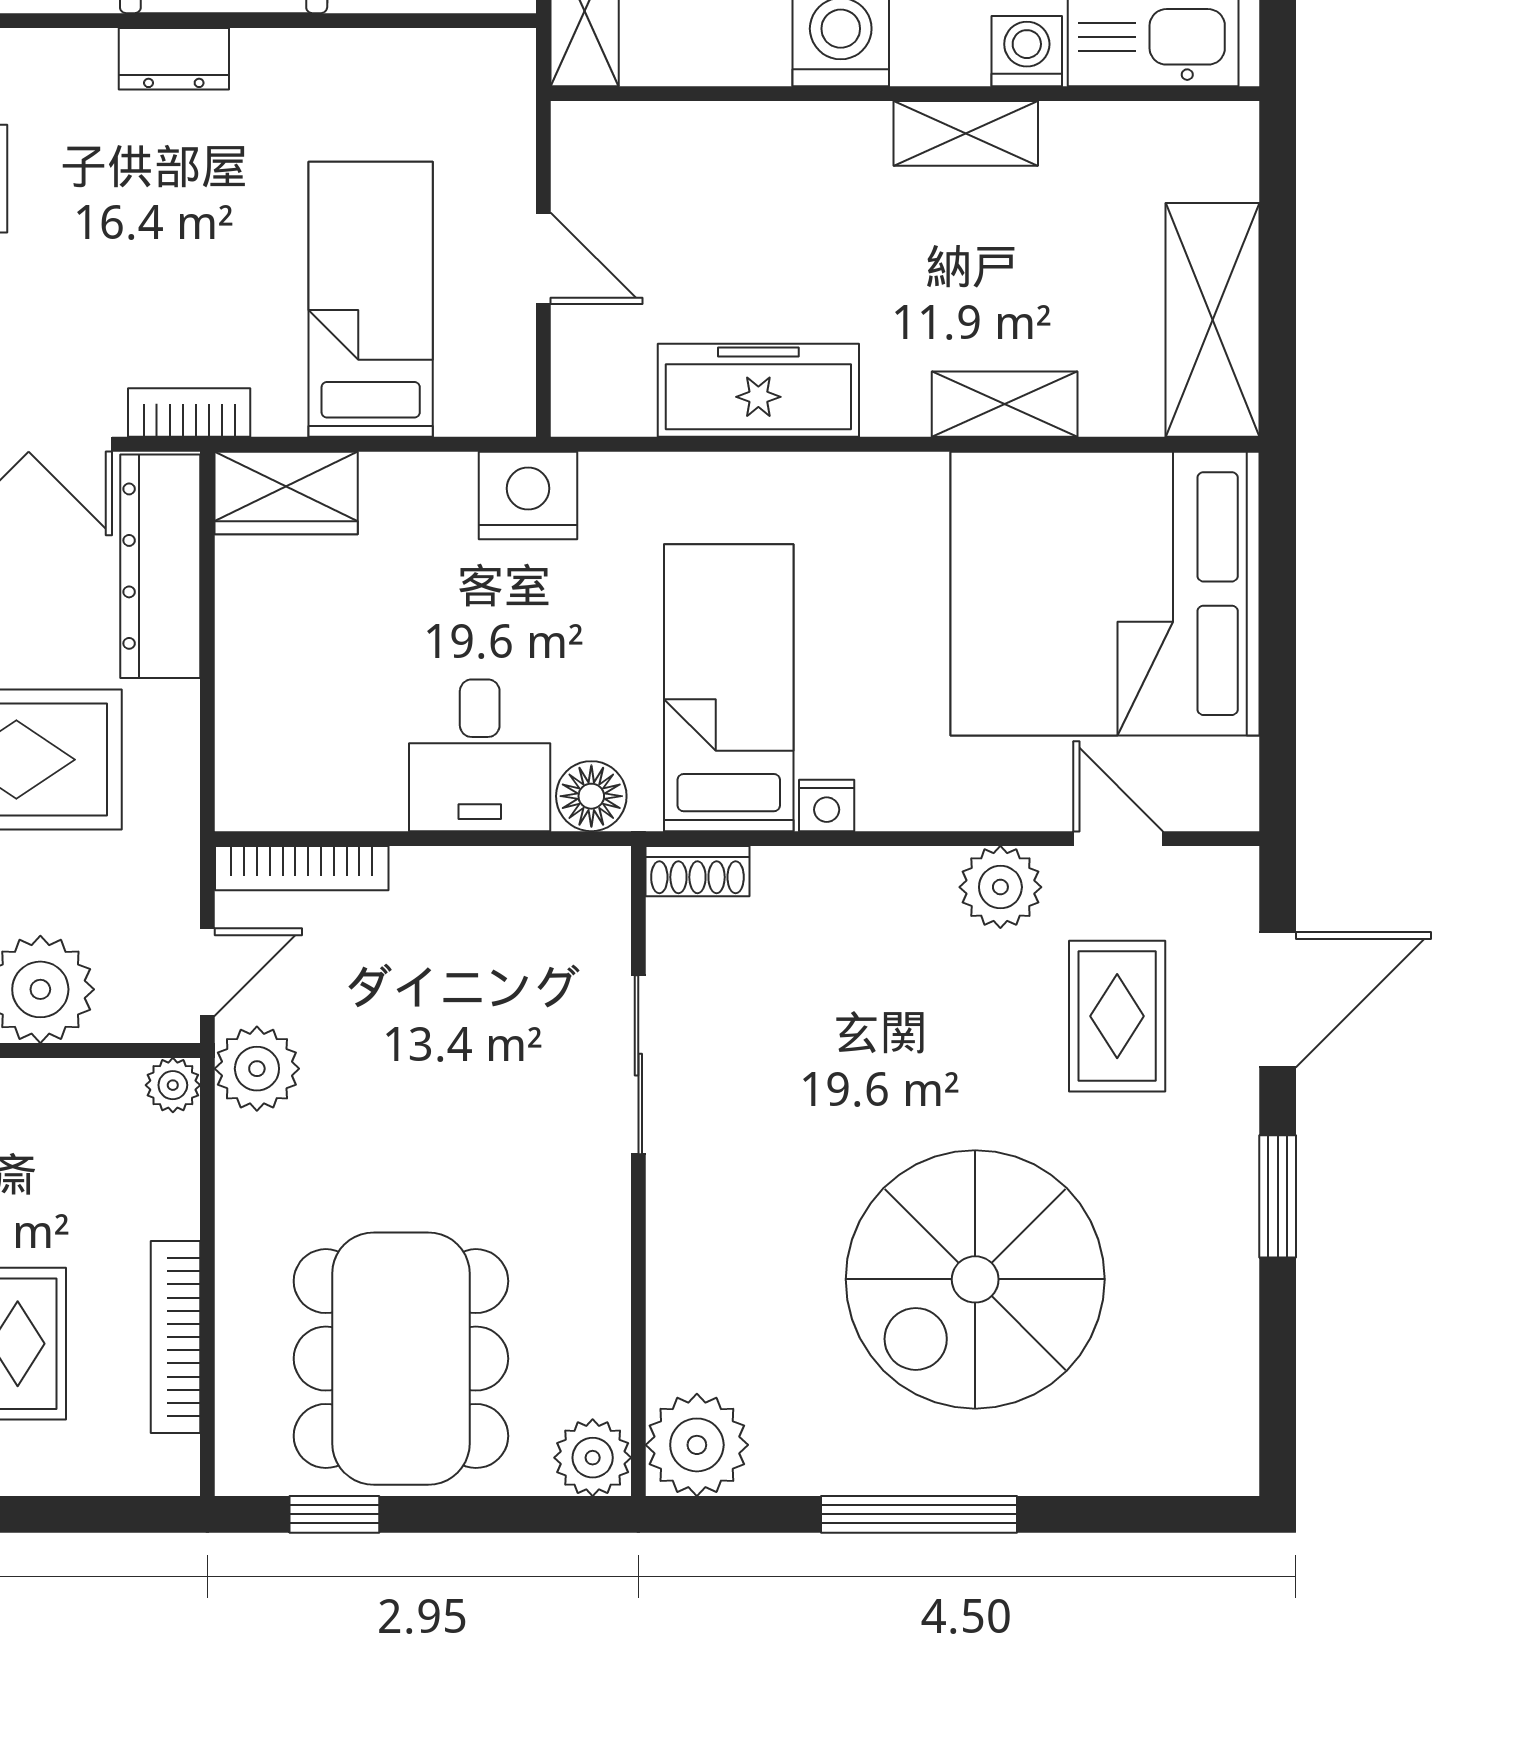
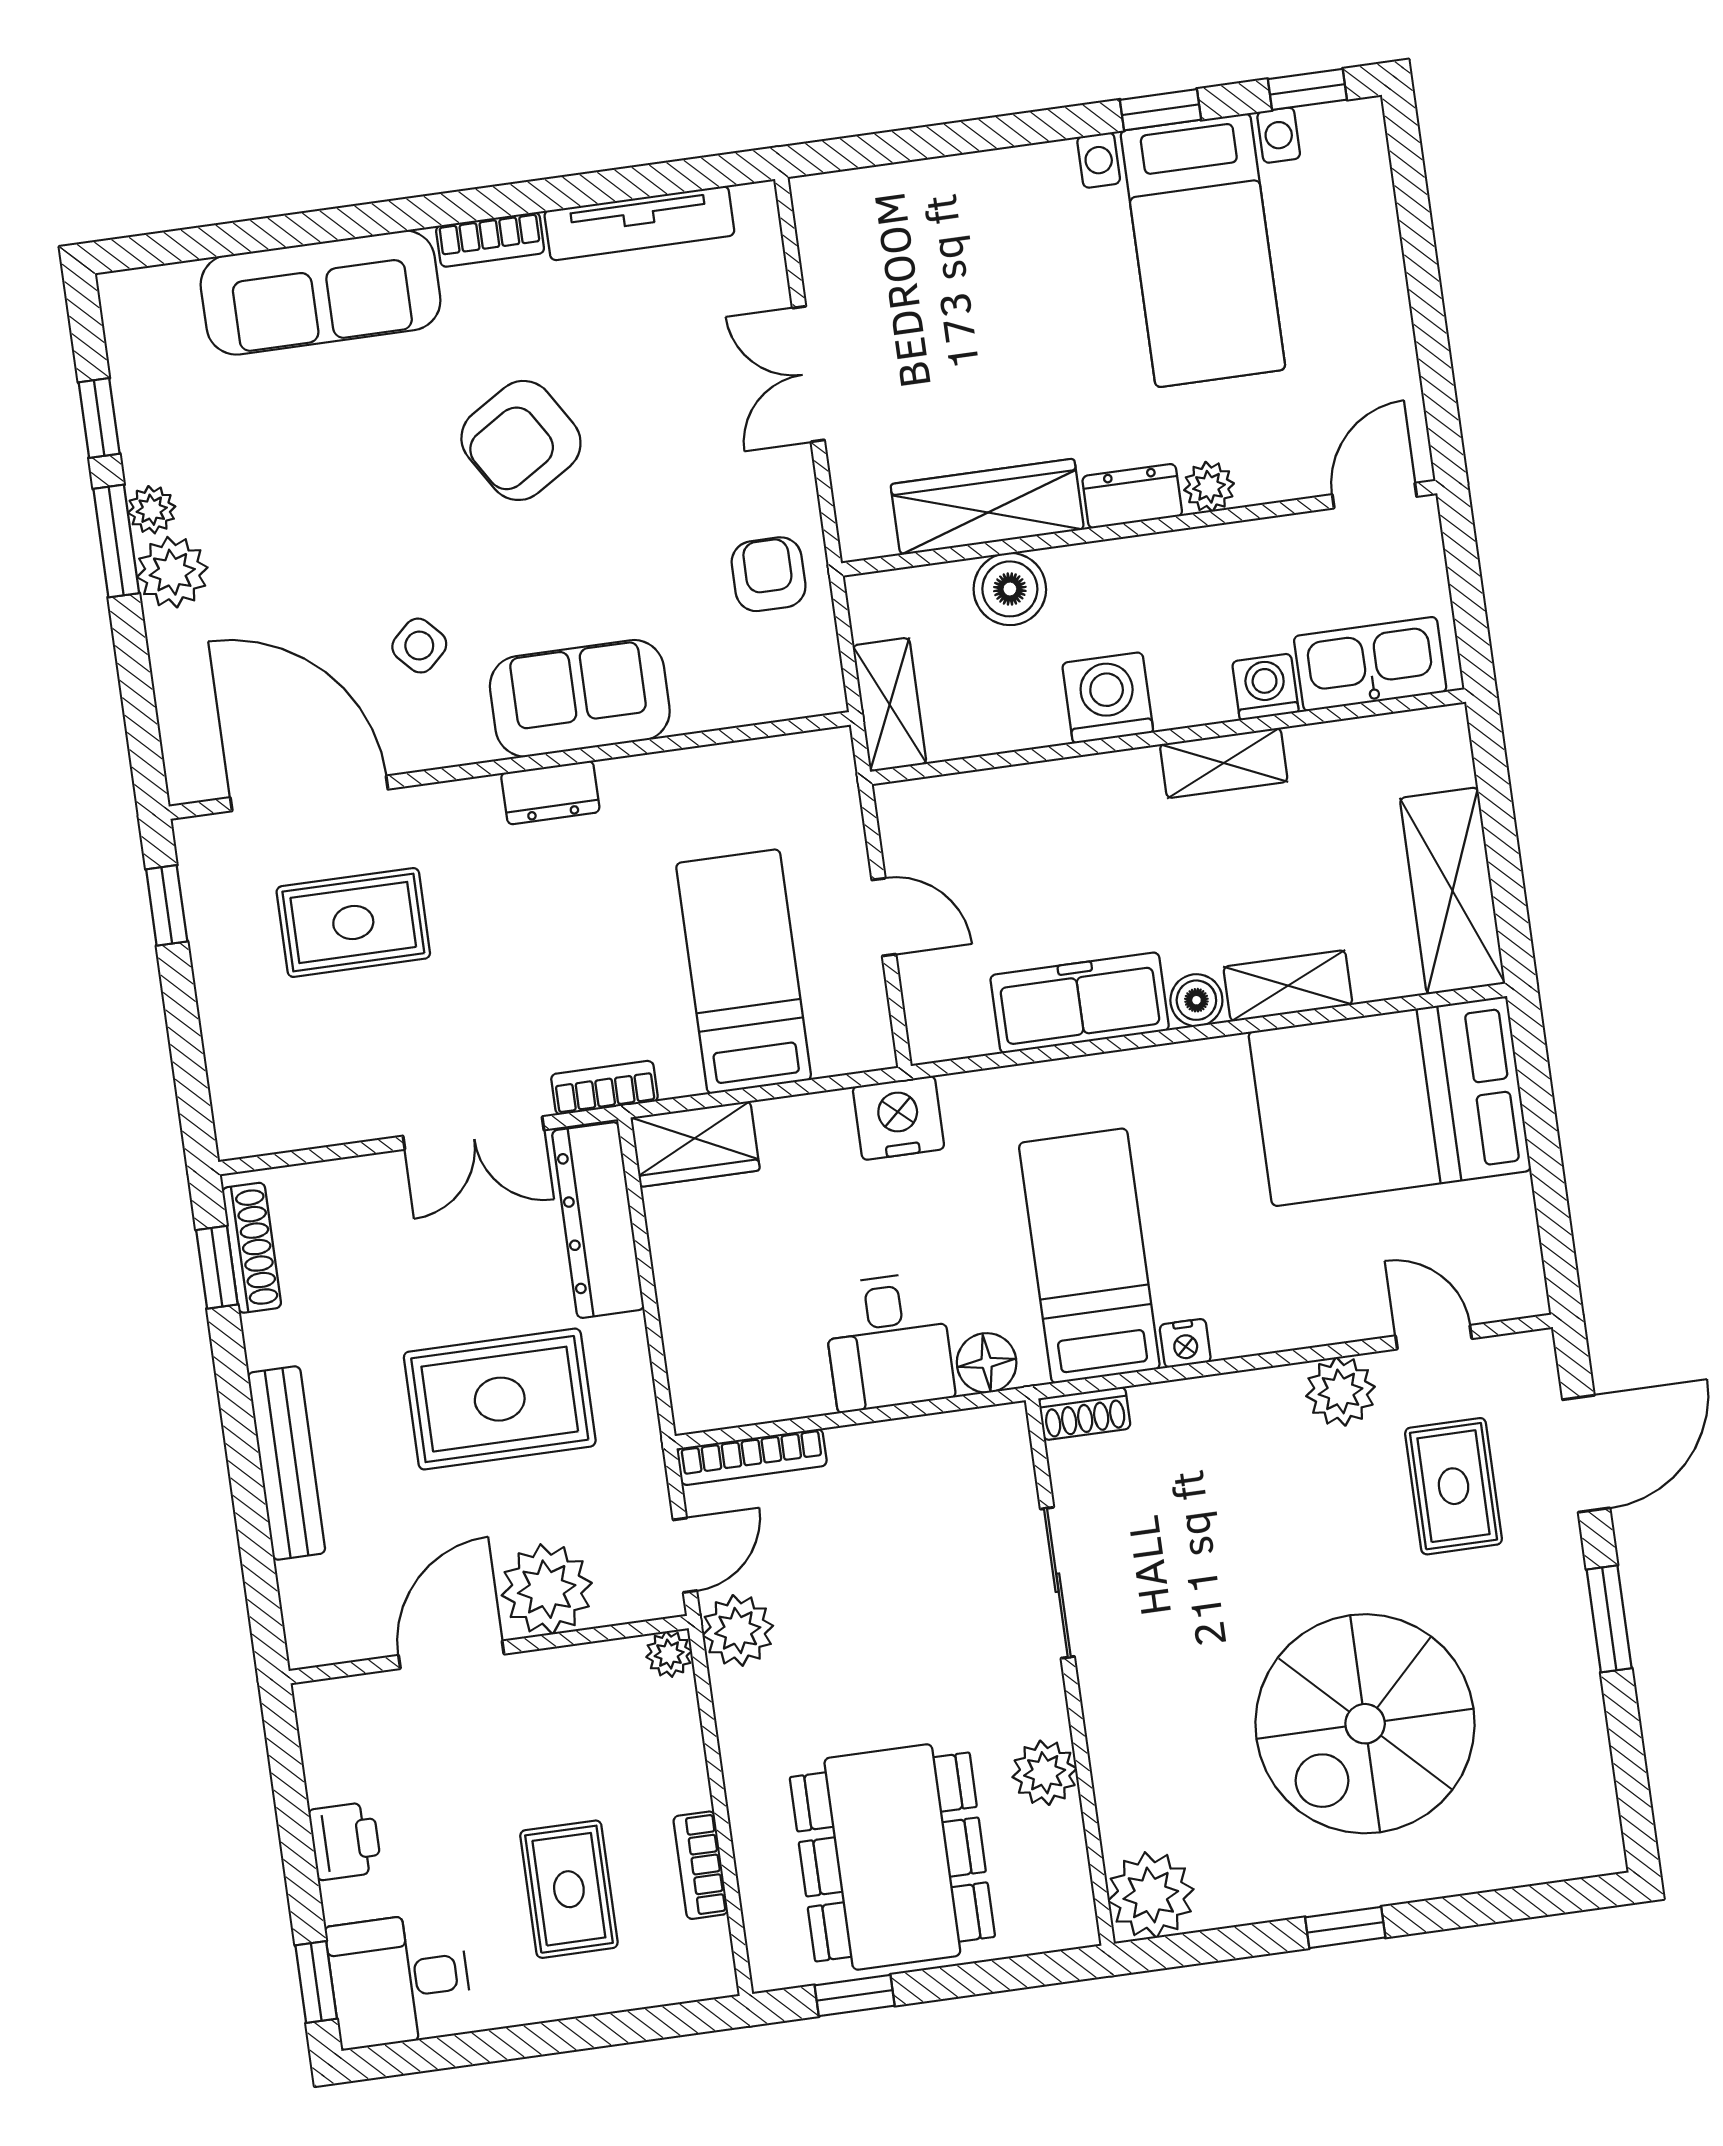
boiler: (895, 406) -> (1196, 1000), added
bed: (1105, 594) -> (1390, 1101), width x0.73
bookcase: (176, 1337) -> (701, 1865), width x0.64
plant: (593, 1458) -> (1045, 1773), moved
window: (919, 1514) -> (1345, 1927), width x0.46

